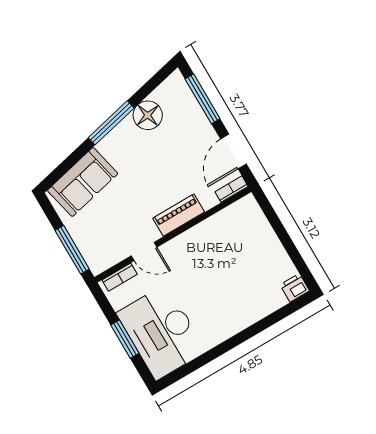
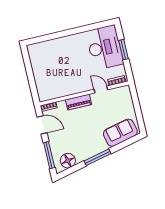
floor lamp: (148, 115) -> (68, 161), moved
door: (234, 151) -> (42, 125), hinge flipped
window: (72, 250) -> (136, 101), removed
printer: (295, 288) -> (33, 49), removed

